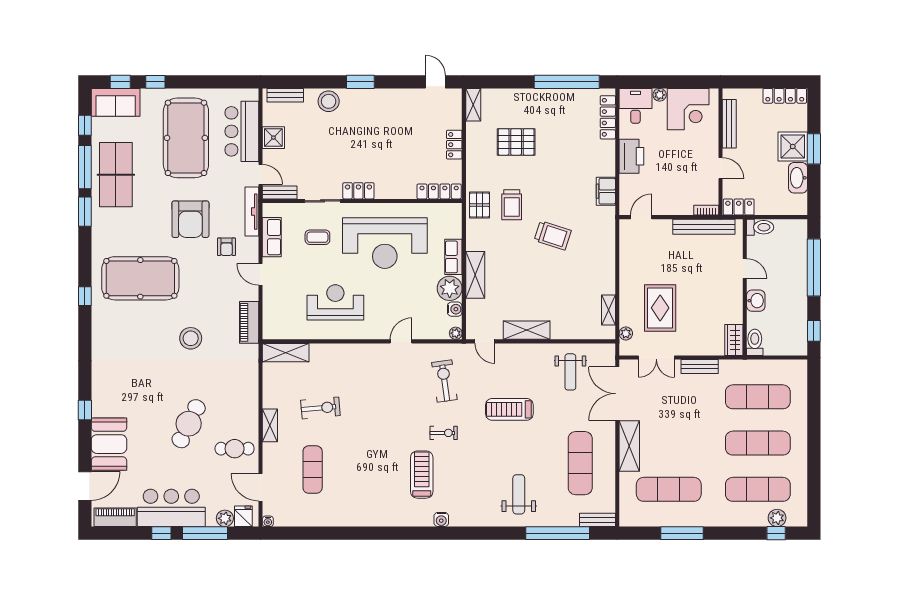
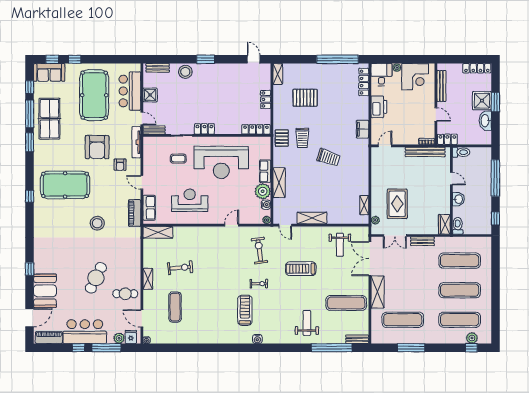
row of seats: (272, 237) -> (149, 208), moved
exercise mat: (580, 463) -> (346, 303), turned 90

